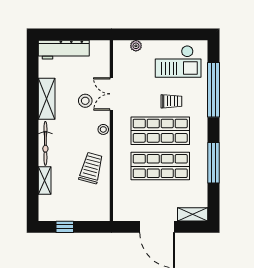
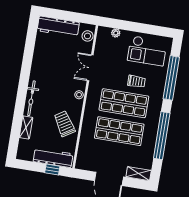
shelving: (47, 99) -> (38, 63), removed
stool: (85, 101) -> (88, 36), moved
window: (213, 163) -> (162, 136), width x1.46
trolley: (91, 168) -> (64, 124), turned -47
workbench: (84, 212) -> (53, 158), added
window: (65, 227) -> (52, 170), moved

